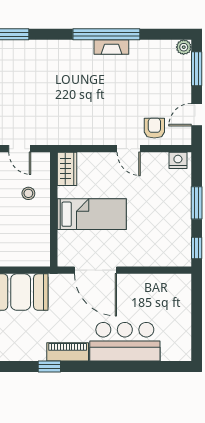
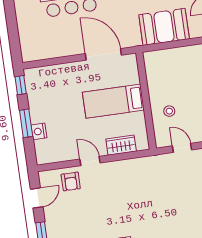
nightstand: (178, 160) -> (39, 131), moved, turned 90
wardrobe: (67, 169) -> (121, 145), moved, turned 90

